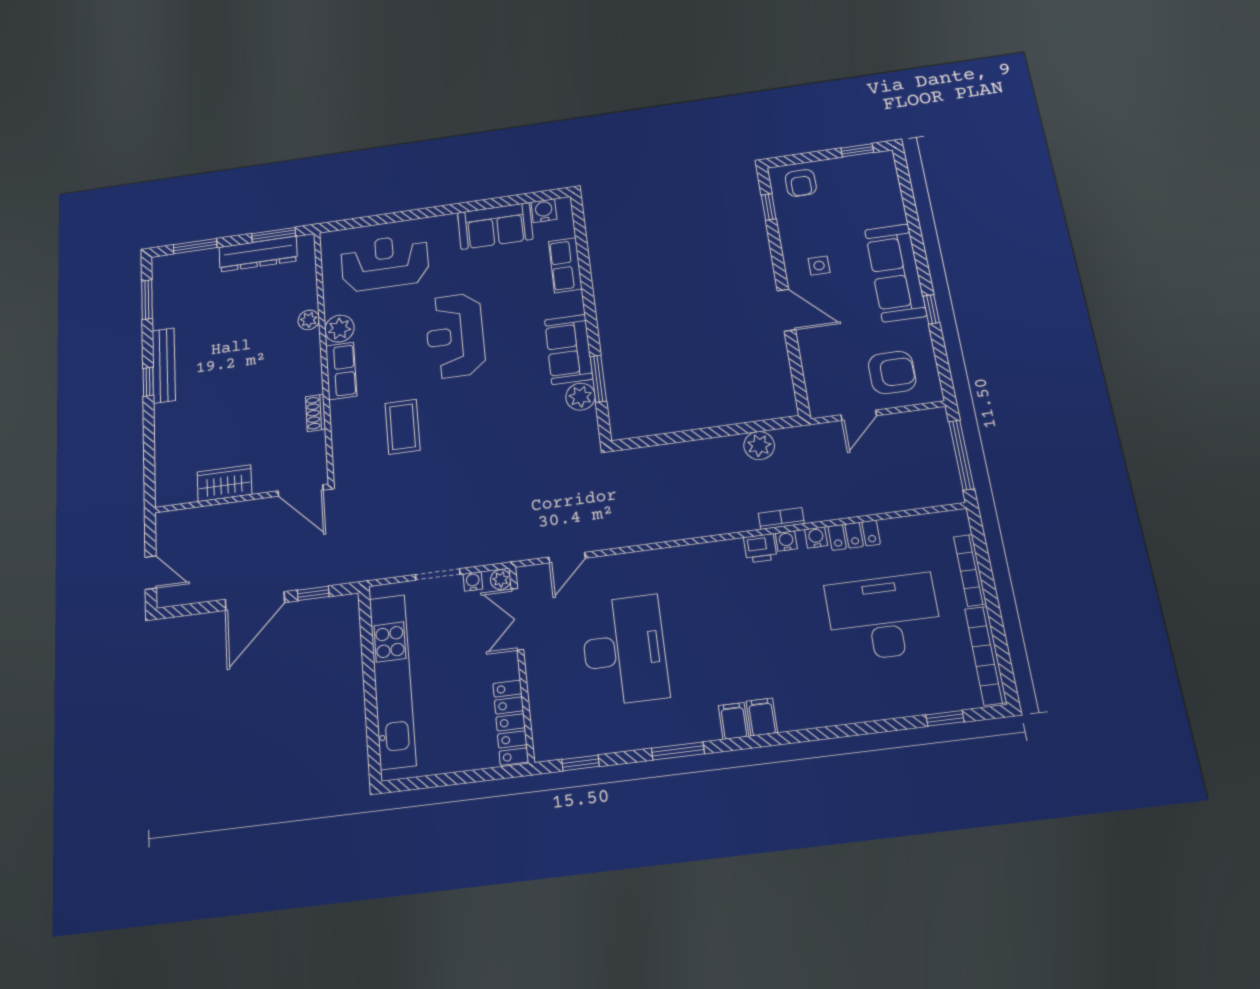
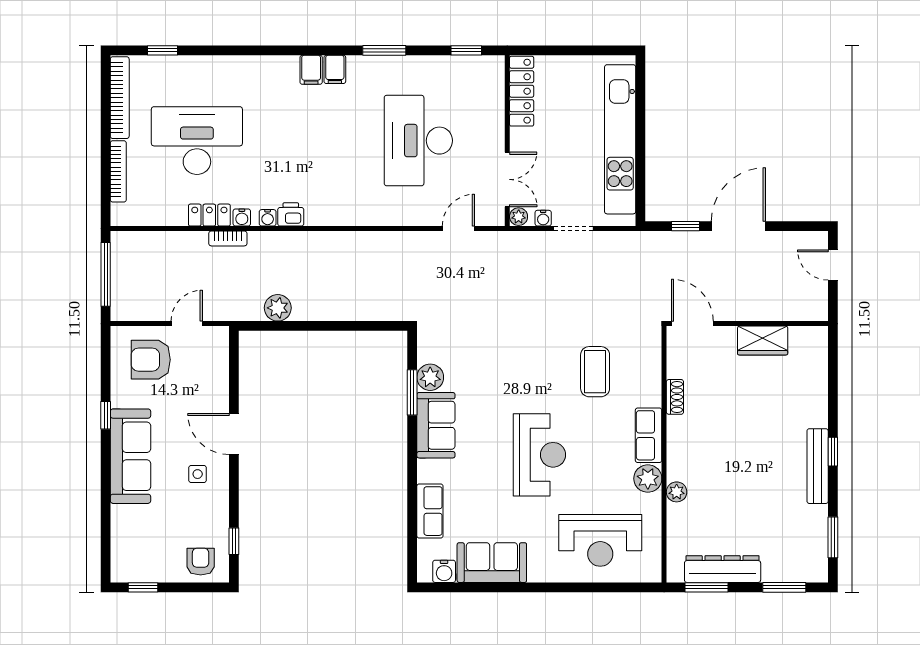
bookcase: (781, 518) -> (228, 238), moved
desk: (884, 617) -> (197, 141), turned 180

